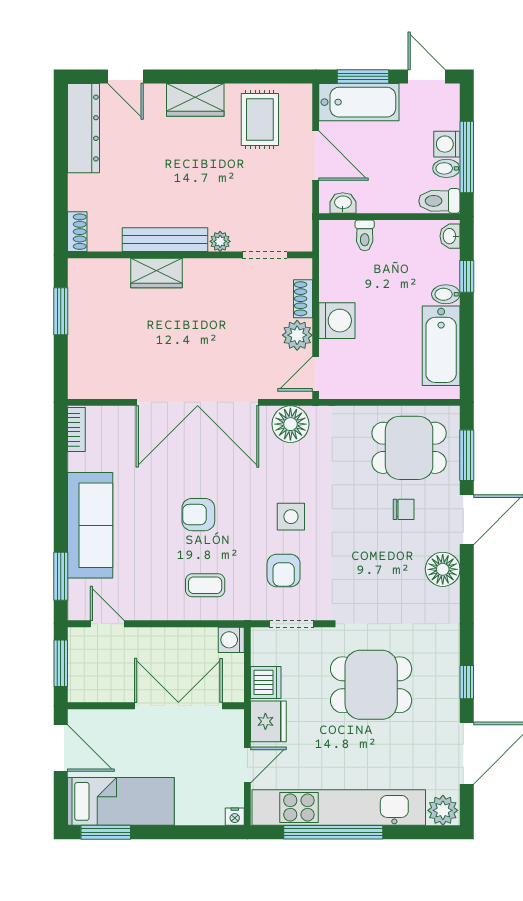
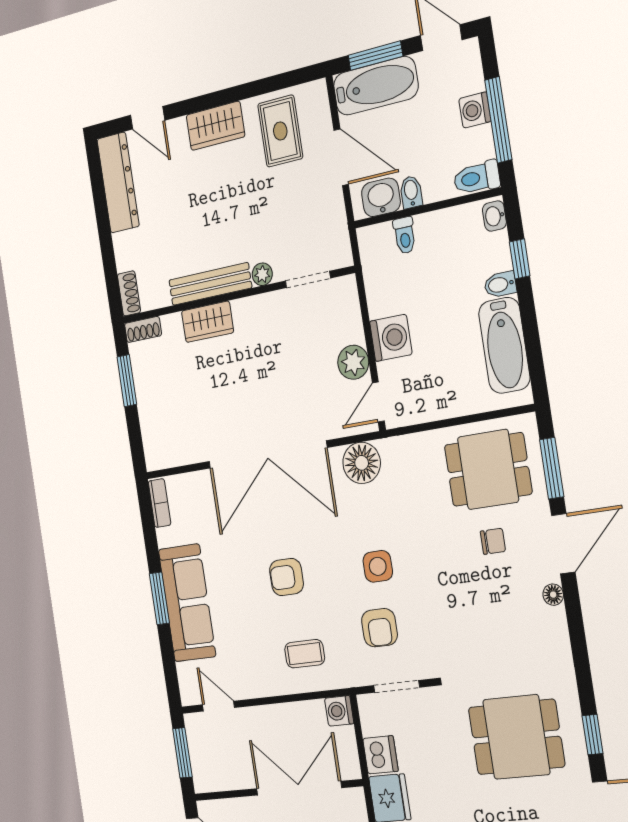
bidet: (446, 168) -> (411, 192), moved, turned 90
washbasin: (343, 203) -> (381, 197), width x1.38, depth x1.45
shoe rack: (303, 299) -> (143, 329), moved, turned -90
floor lamp: (443, 569) -> (553, 595), width x0.53, depth x0.53
window: (61, 576) -> (159, 598), moved
dining table: (371, 685) -> (516, 737), moved

